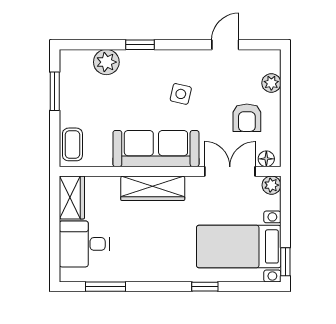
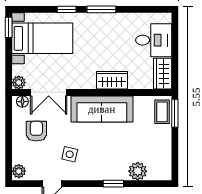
plant: (271, 83) -> (19, 171), moved
window: (55, 91) -> (175, 113), moved
side table: (181, 94) -> (70, 154), moved
wardrobe: (153, 188) -> (112, 80), width x0.67
window: (106, 287) -> (101, 9), moved

